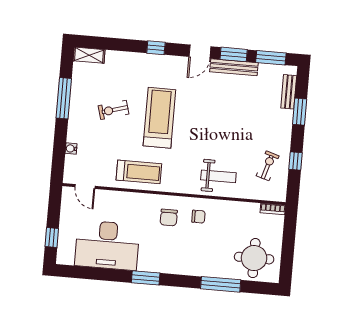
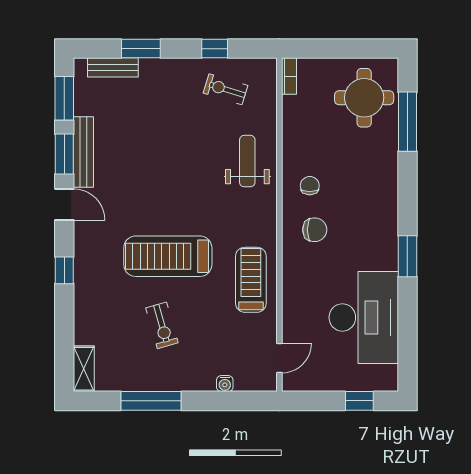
window: (221, 284) -> (407, 122), moved

